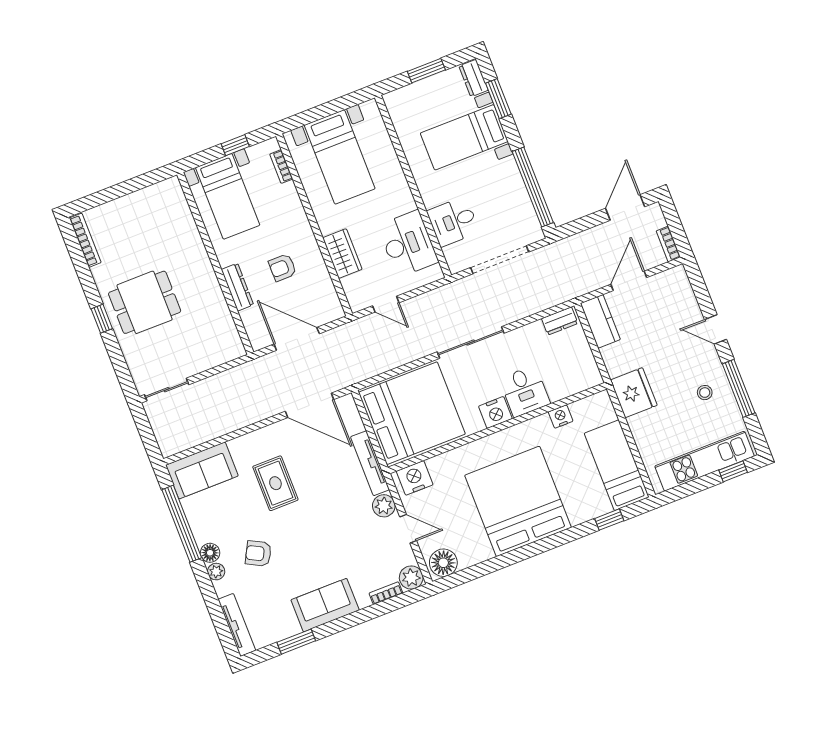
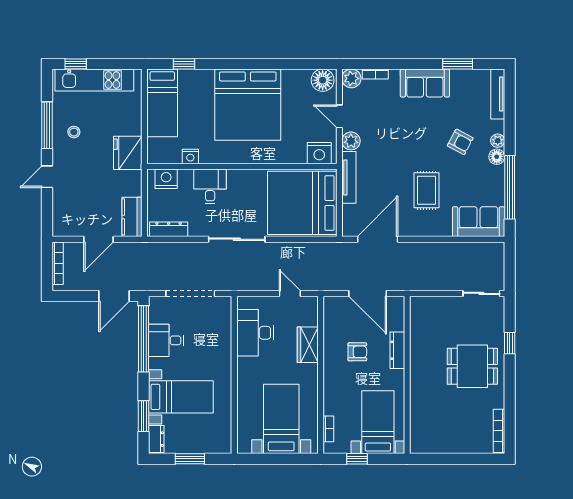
door: (625, 207) -> (114, 296), moved
desk: (453, 222) -> (166, 340), moved, turned 180
bookcase: (668, 244) -> (58, 263), width x1.56
window: (102, 319) -> (510, 343), moved
dresser: (560, 321) -> (169, 229), width x1.44
door: (716, 329) -> (47, 177), swing flipped
door: (309, 405) -> (378, 239), hinge flipped
nightstand: (495, 412) -> (166, 179), moved

